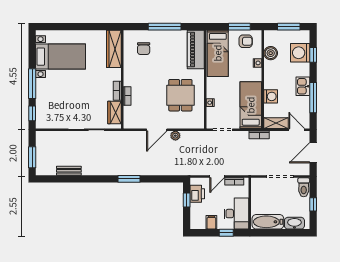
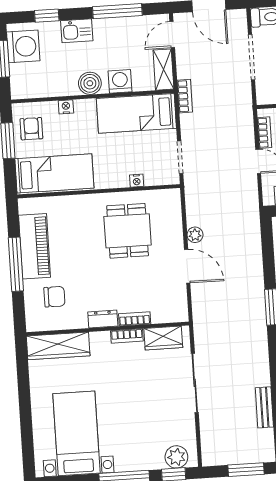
piano: (196, 50) -> (35, 246), moved, turned -90
boiler: (271, 53) -> (90, 83), moved
washing machine: (300, 53) -> (23, 46), moved, turned -90
dresser: (128, 77) -> (103, 319), added
kitchen sink: (303, 86) -> (77, 31), moved
dining table: (180, 95) -> (128, 231), turned 90
plant: (42, 116) -> (176, 457), added

